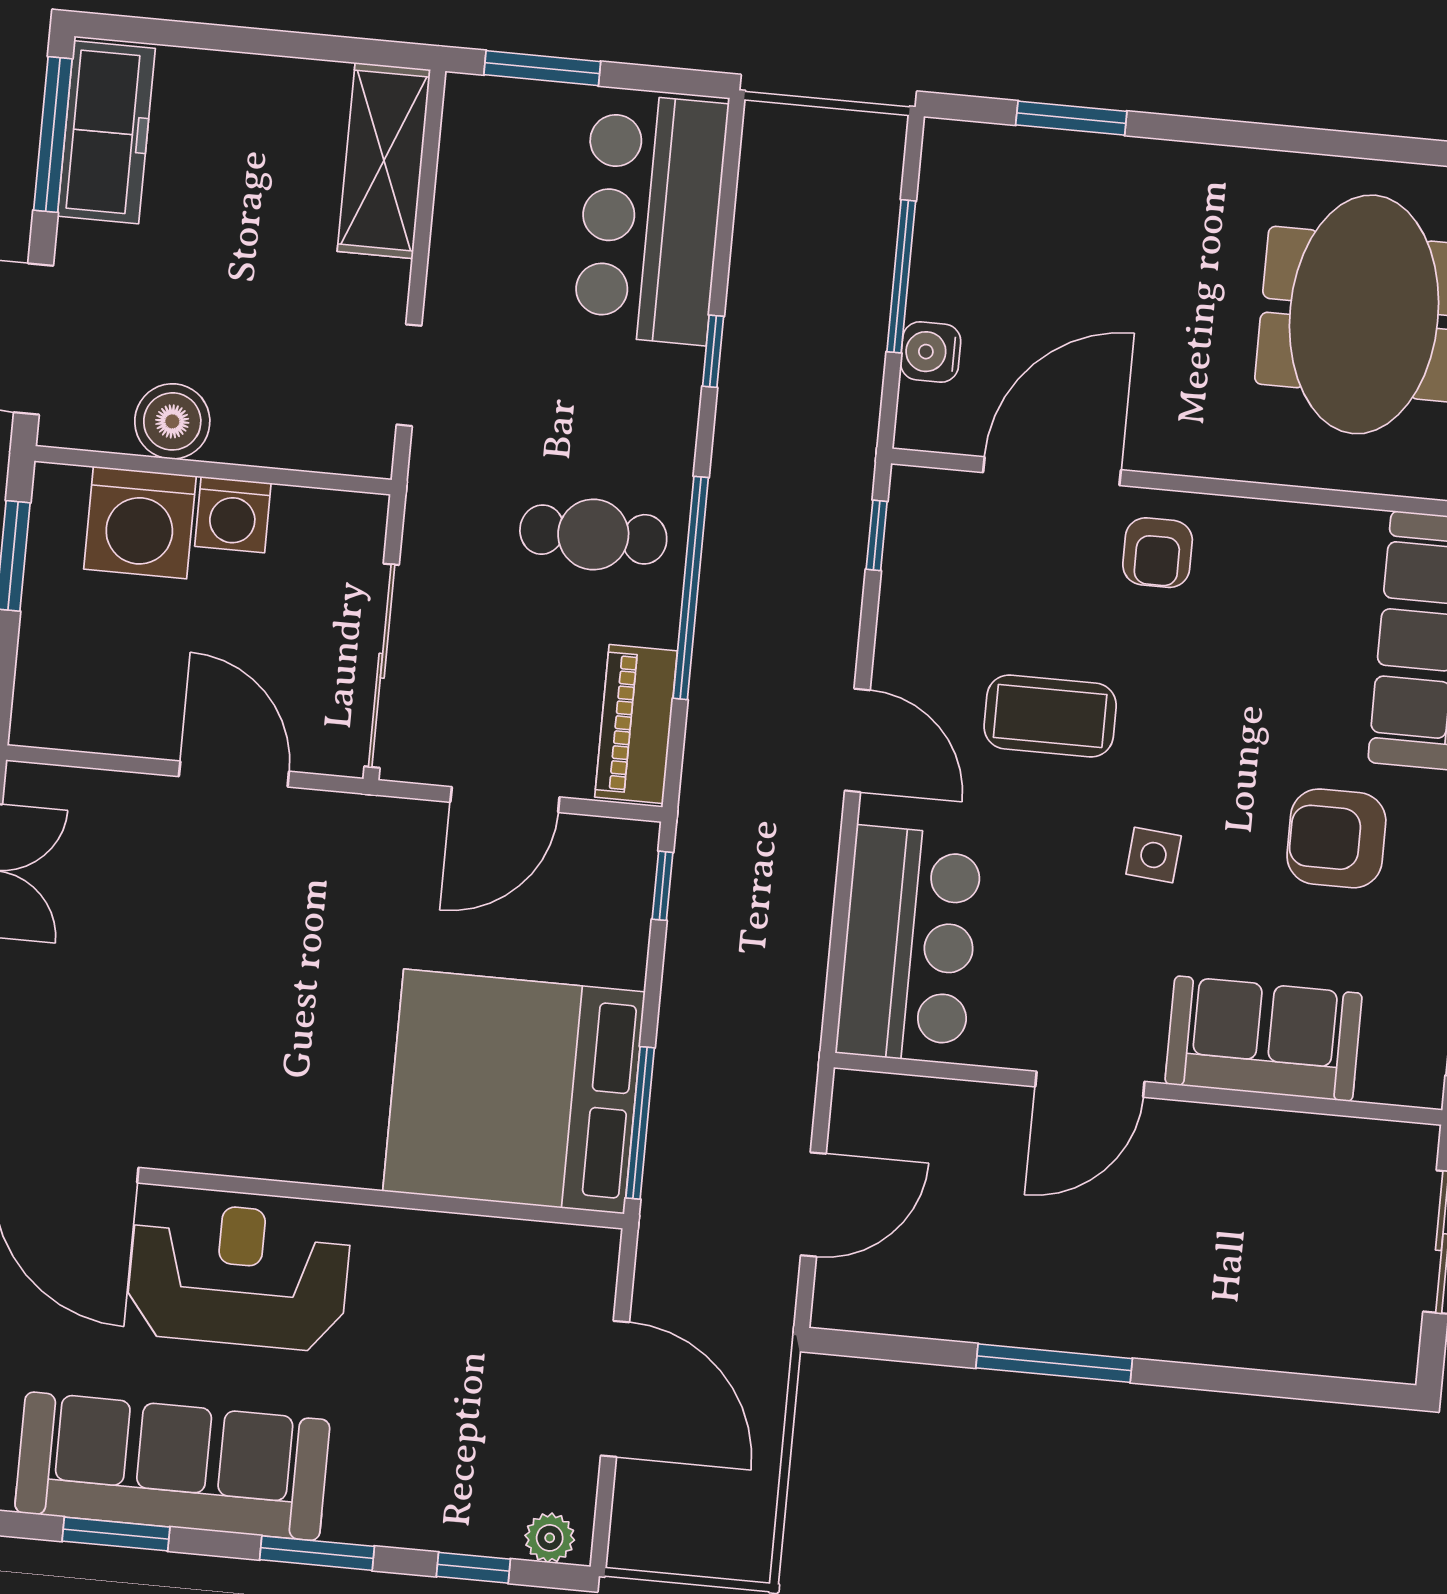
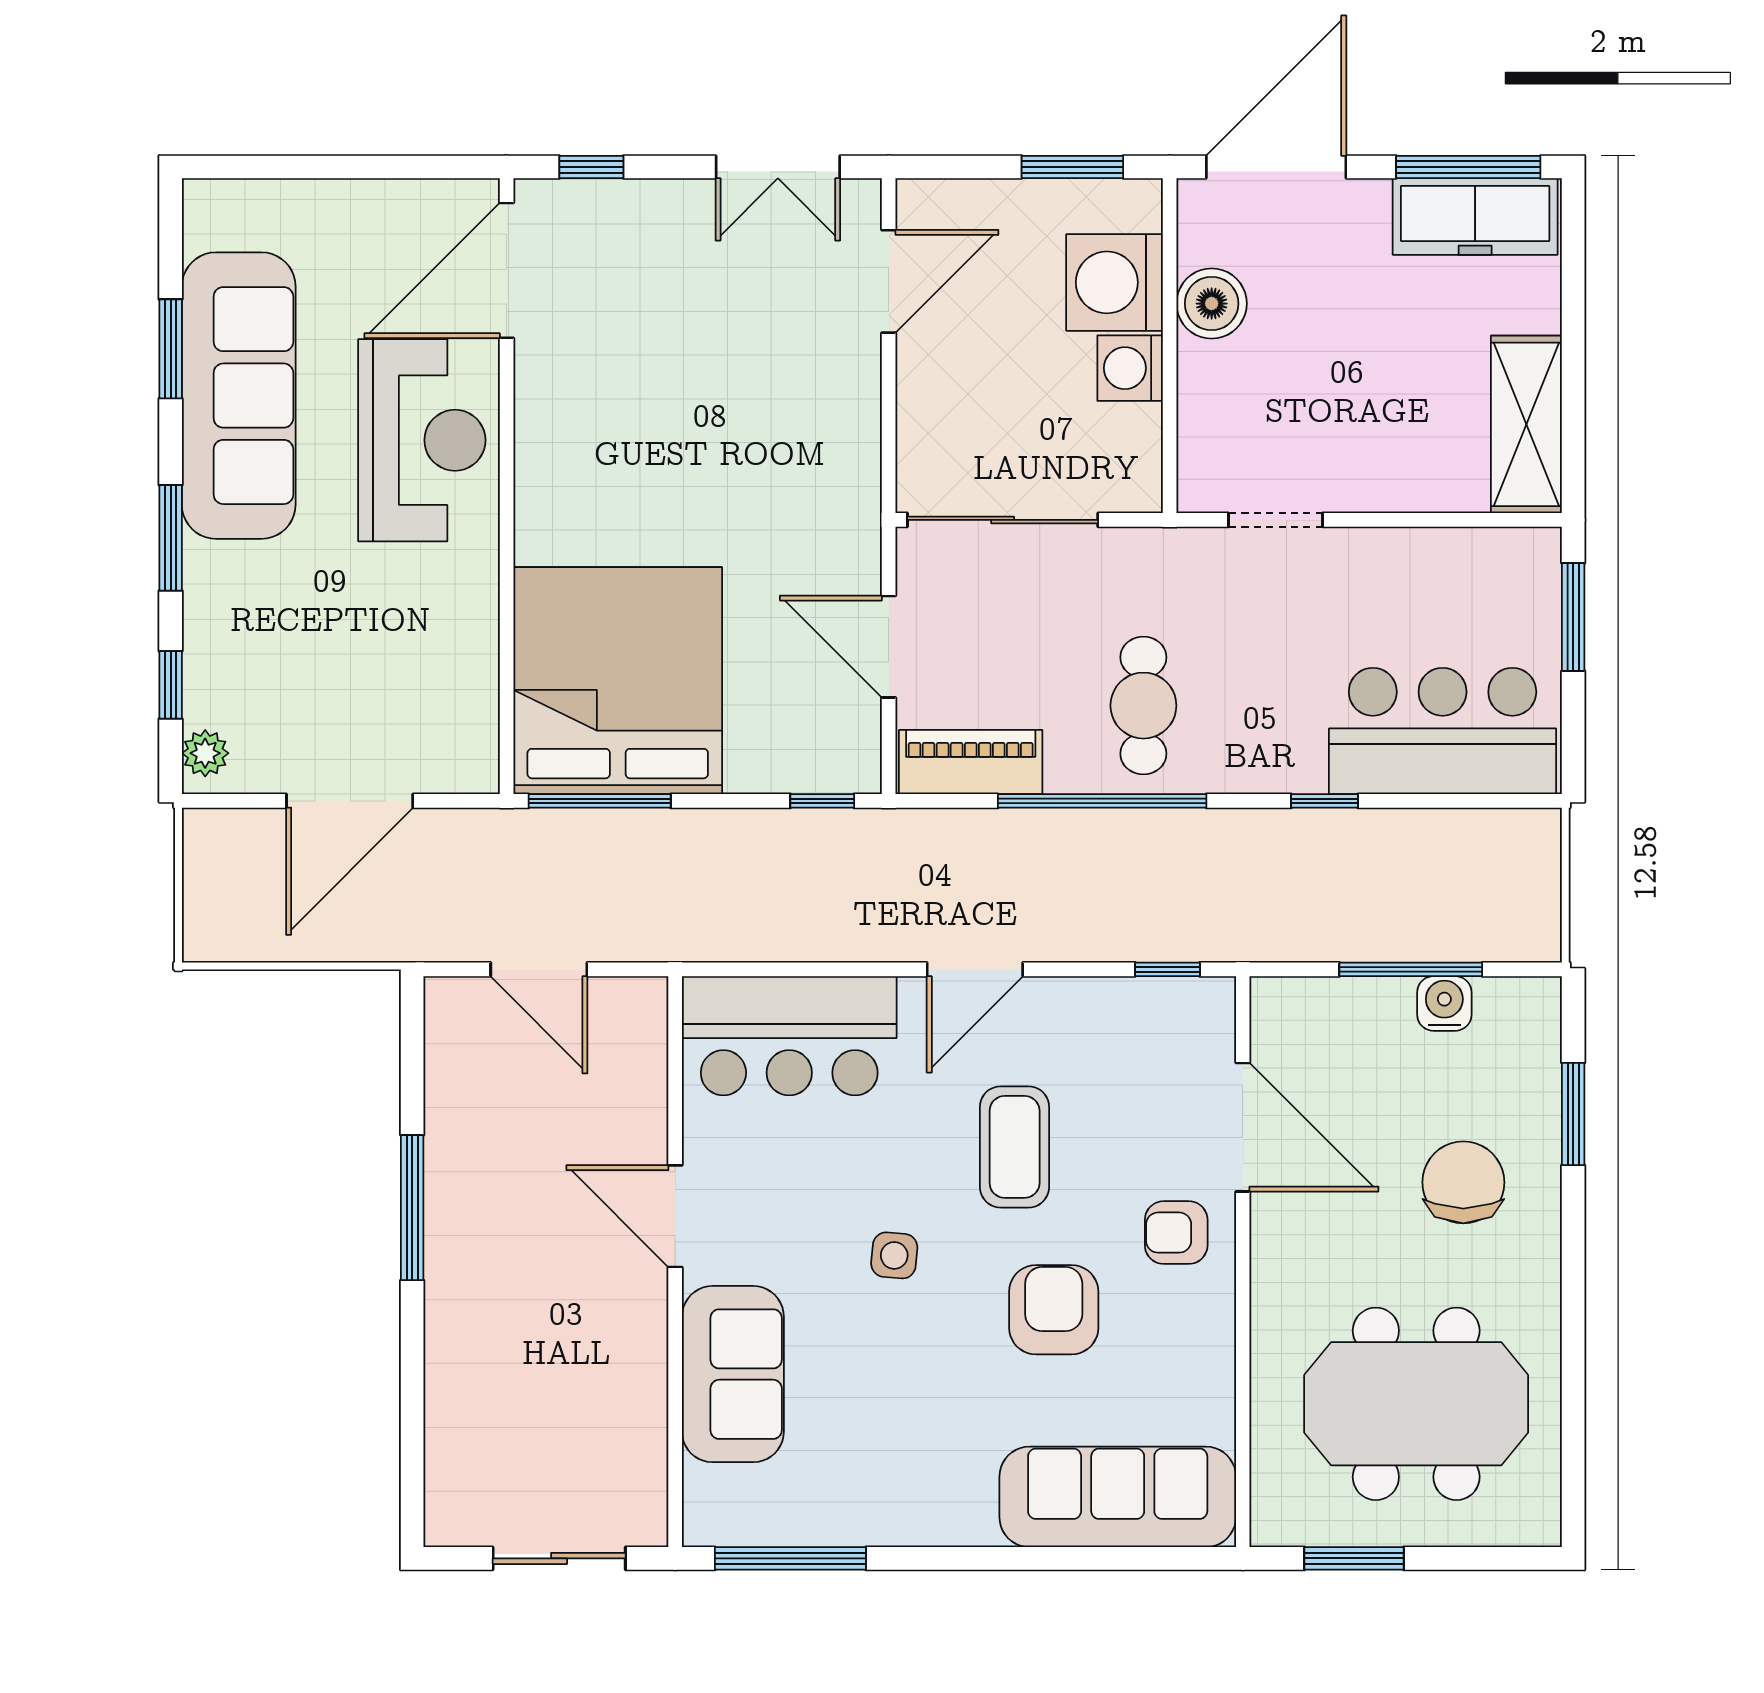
shelving: (384, 161) -> (1526, 424), moved, turned 90
chair: (1133, 242) -> (1463, 1182), added
water cooler: (931, 352) -> (1444, 1003), moved
door: (234, 774) -> (889, 281), moved
armchair: (1336, 838) -> (1054, 1310), moved

